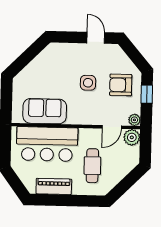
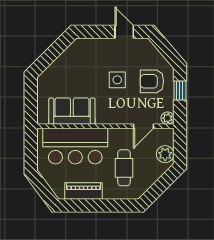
plant: (132, 137) -> (165, 154), moved

